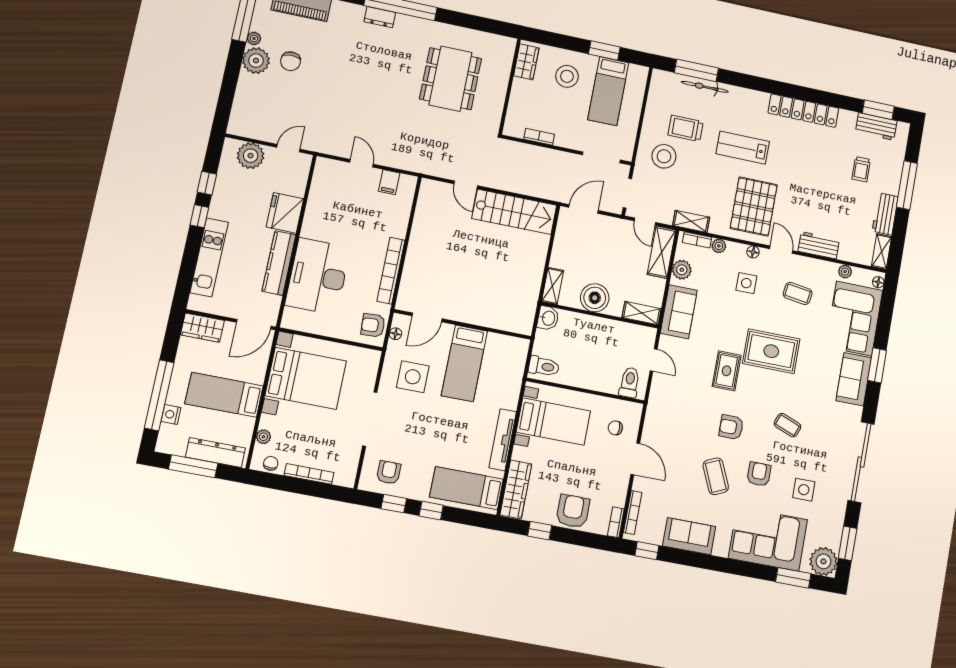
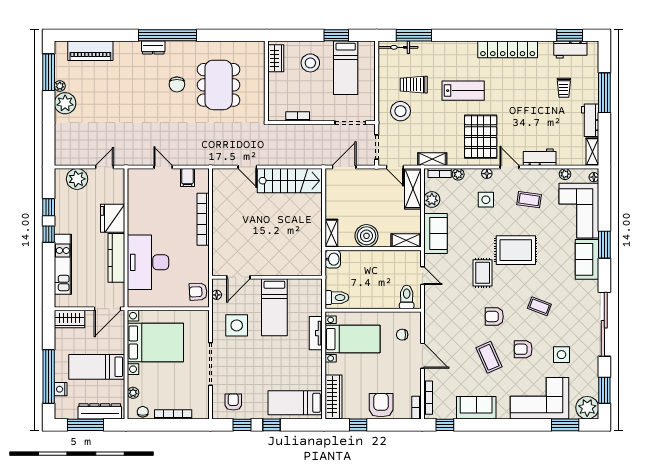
chair: (290, 61) -> (177, 84), moved
bicycle: (705, 87) -> (398, 47), moved
lab bench: (743, 148) -> (463, 91), turned 180
bookcase: (391, 271) -> (203, 219), moved
tv unit: (503, 440) -> (316, 333), moved, width x0.71
armchair: (759, 474) -> (523, 349), turned -90

